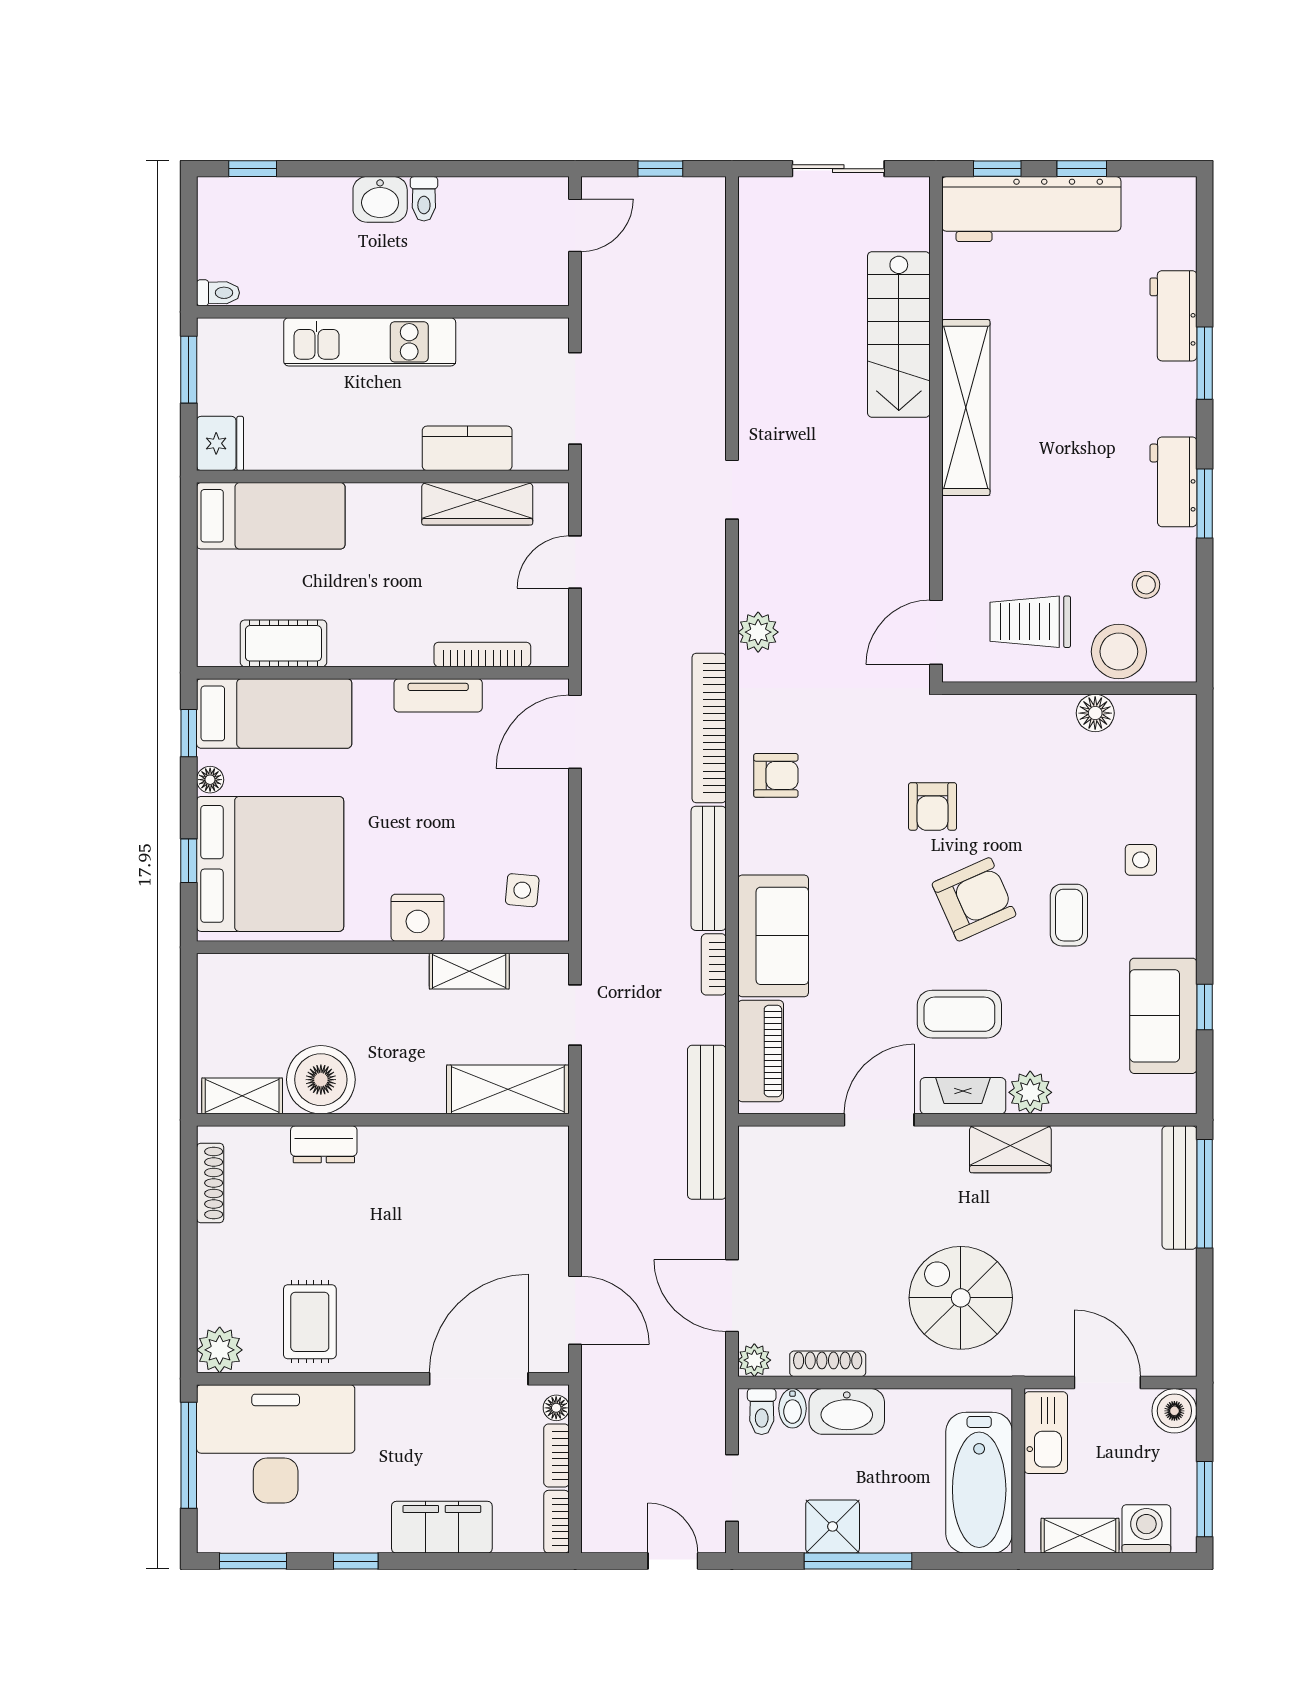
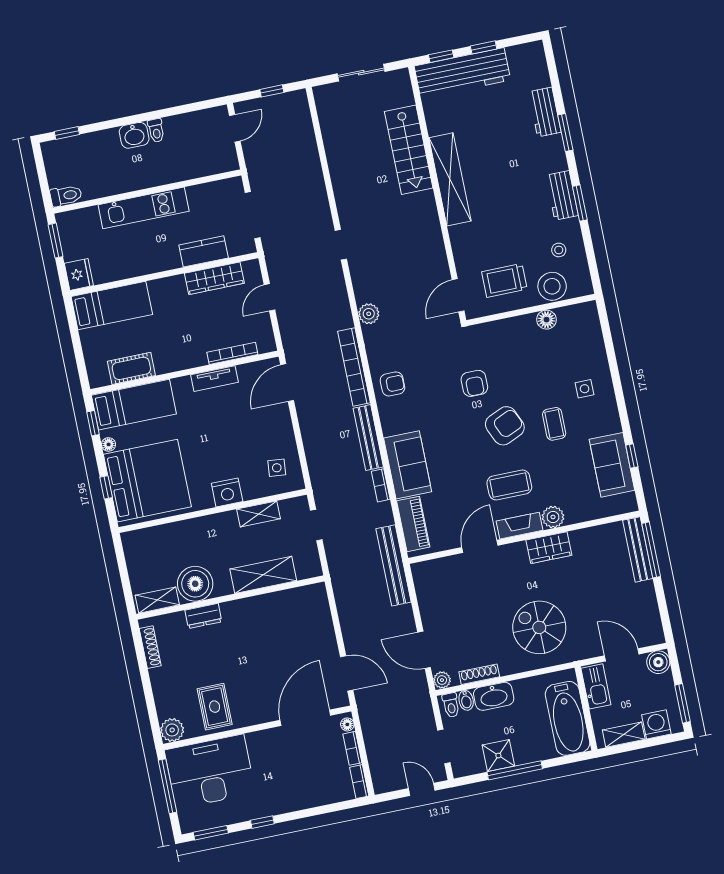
toilet: (218, 293) -> (66, 196), width x1.37, depth x1.39
shelving: (508, 1089) -> (263, 575), moved
filing cabinet: (442, 1527) -> (302, 796), removed

